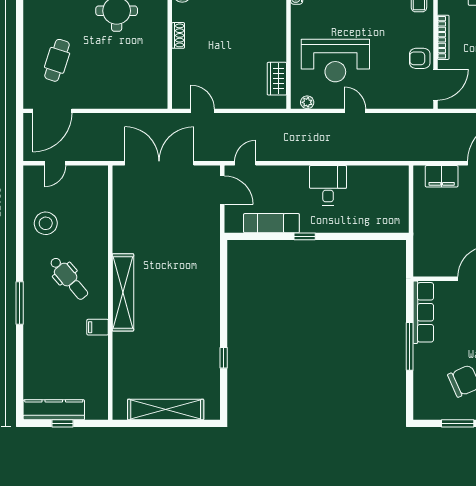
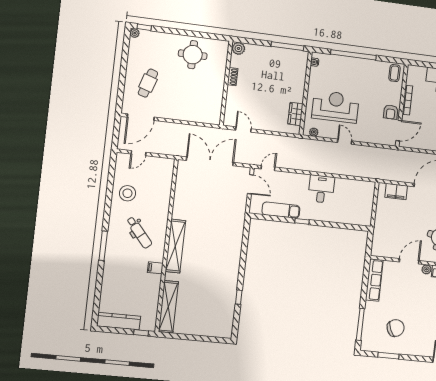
armchair: (420, 58) -> (391, 112), turned -90
reception desk: (335, 61) -> (335, 107), turned 180
window: (410, 346) -> (360, 324), moved
shelving: (166, 410) -> (168, 307), moved, turned 90
window: (62, 423) -> (141, 333), moved

